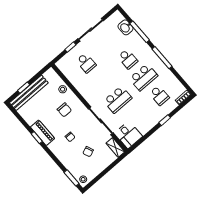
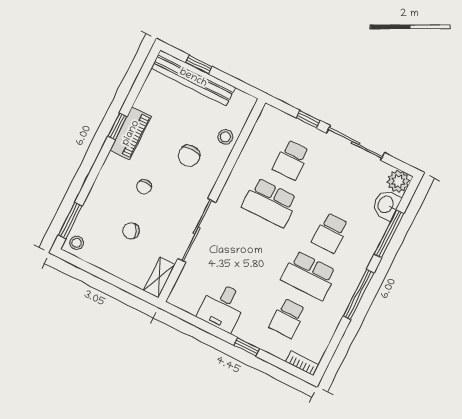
plant: (117, 17) -> (398, 181), added
school desk: (118, 100) -> (270, 203), moved
desk: (128, 135) -> (222, 307), moved

